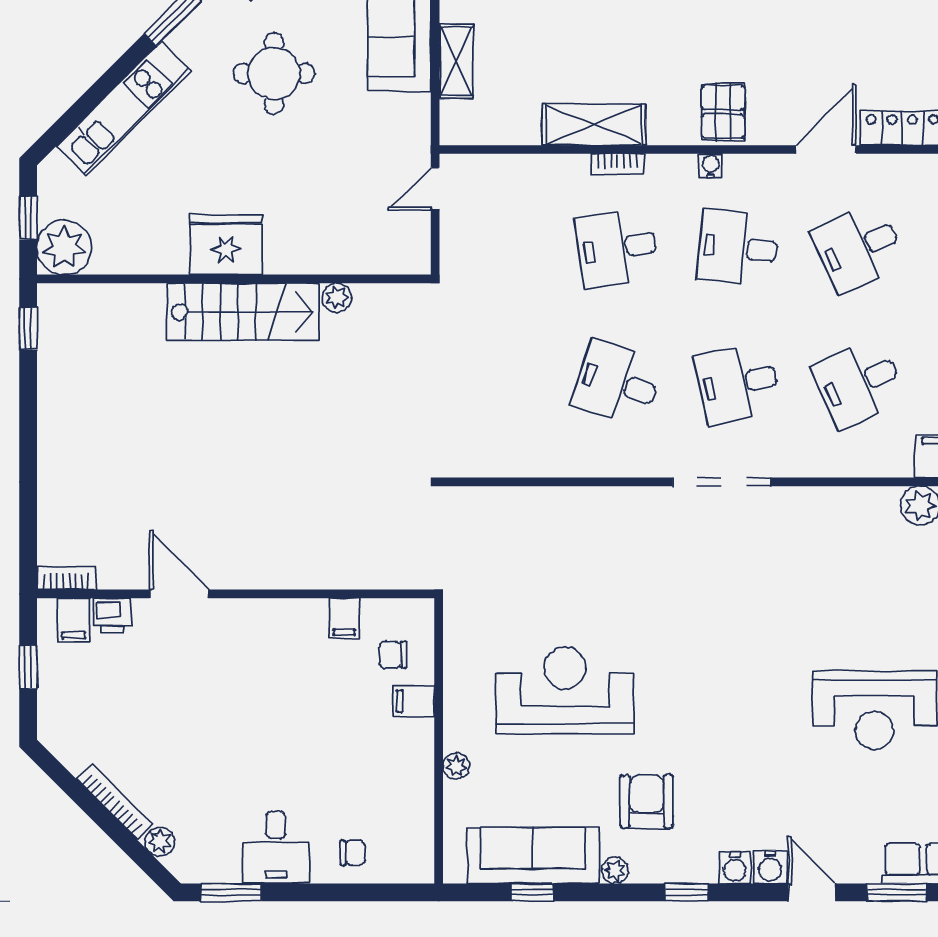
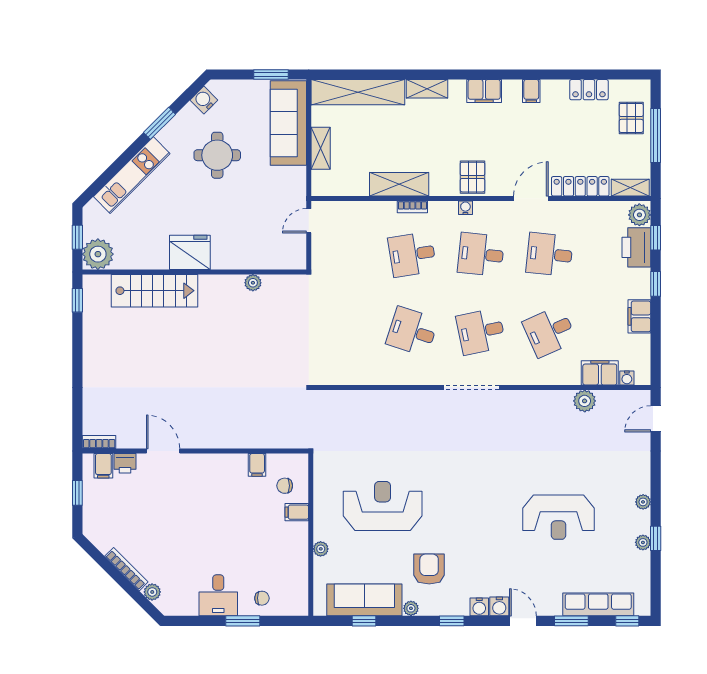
desk: (859, 248) -> (550, 254), turned 30
stairs: (243, 312) -> (154, 291), moved
window: (231, 892) -> (243, 621), moved

